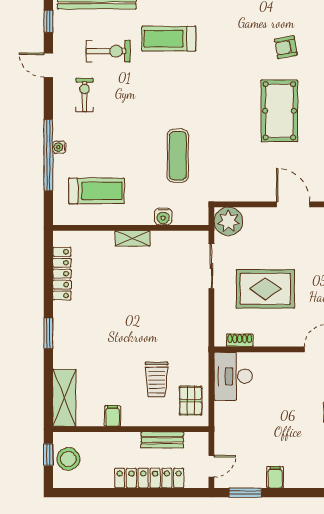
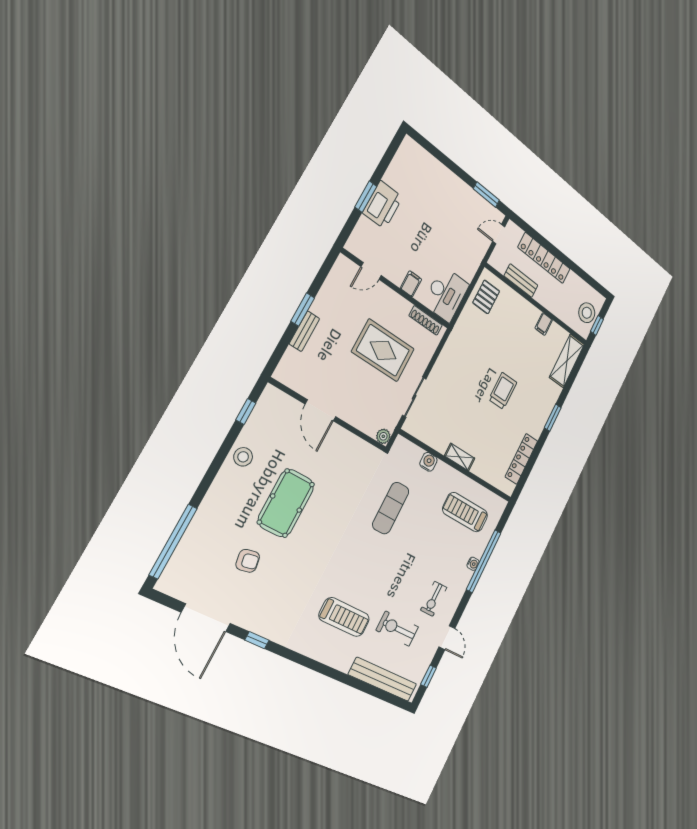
plant: (228, 221) -> (383, 436), width x0.53, depth x0.53
shoe rack: (240, 340) -> (426, 320), width x1.43
trolley: (157, 379) -> (503, 391), moved
filing cabinet: (275, 477) -> (411, 284), moved, turned 180

